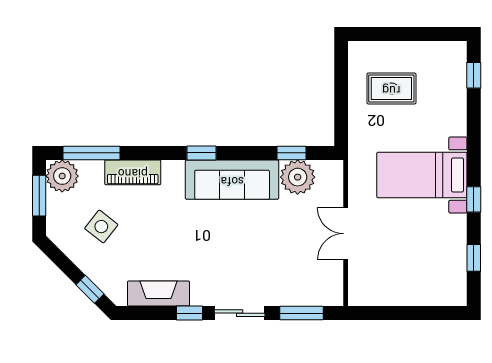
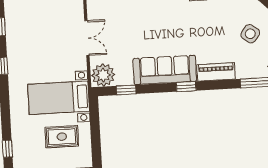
piano: (133, 172) -> (216, 72), moved
bed with nightstands: (422, 175) -> (59, 98), moved, turned 180
plant: (298, 177) -> (103, 75), moved

